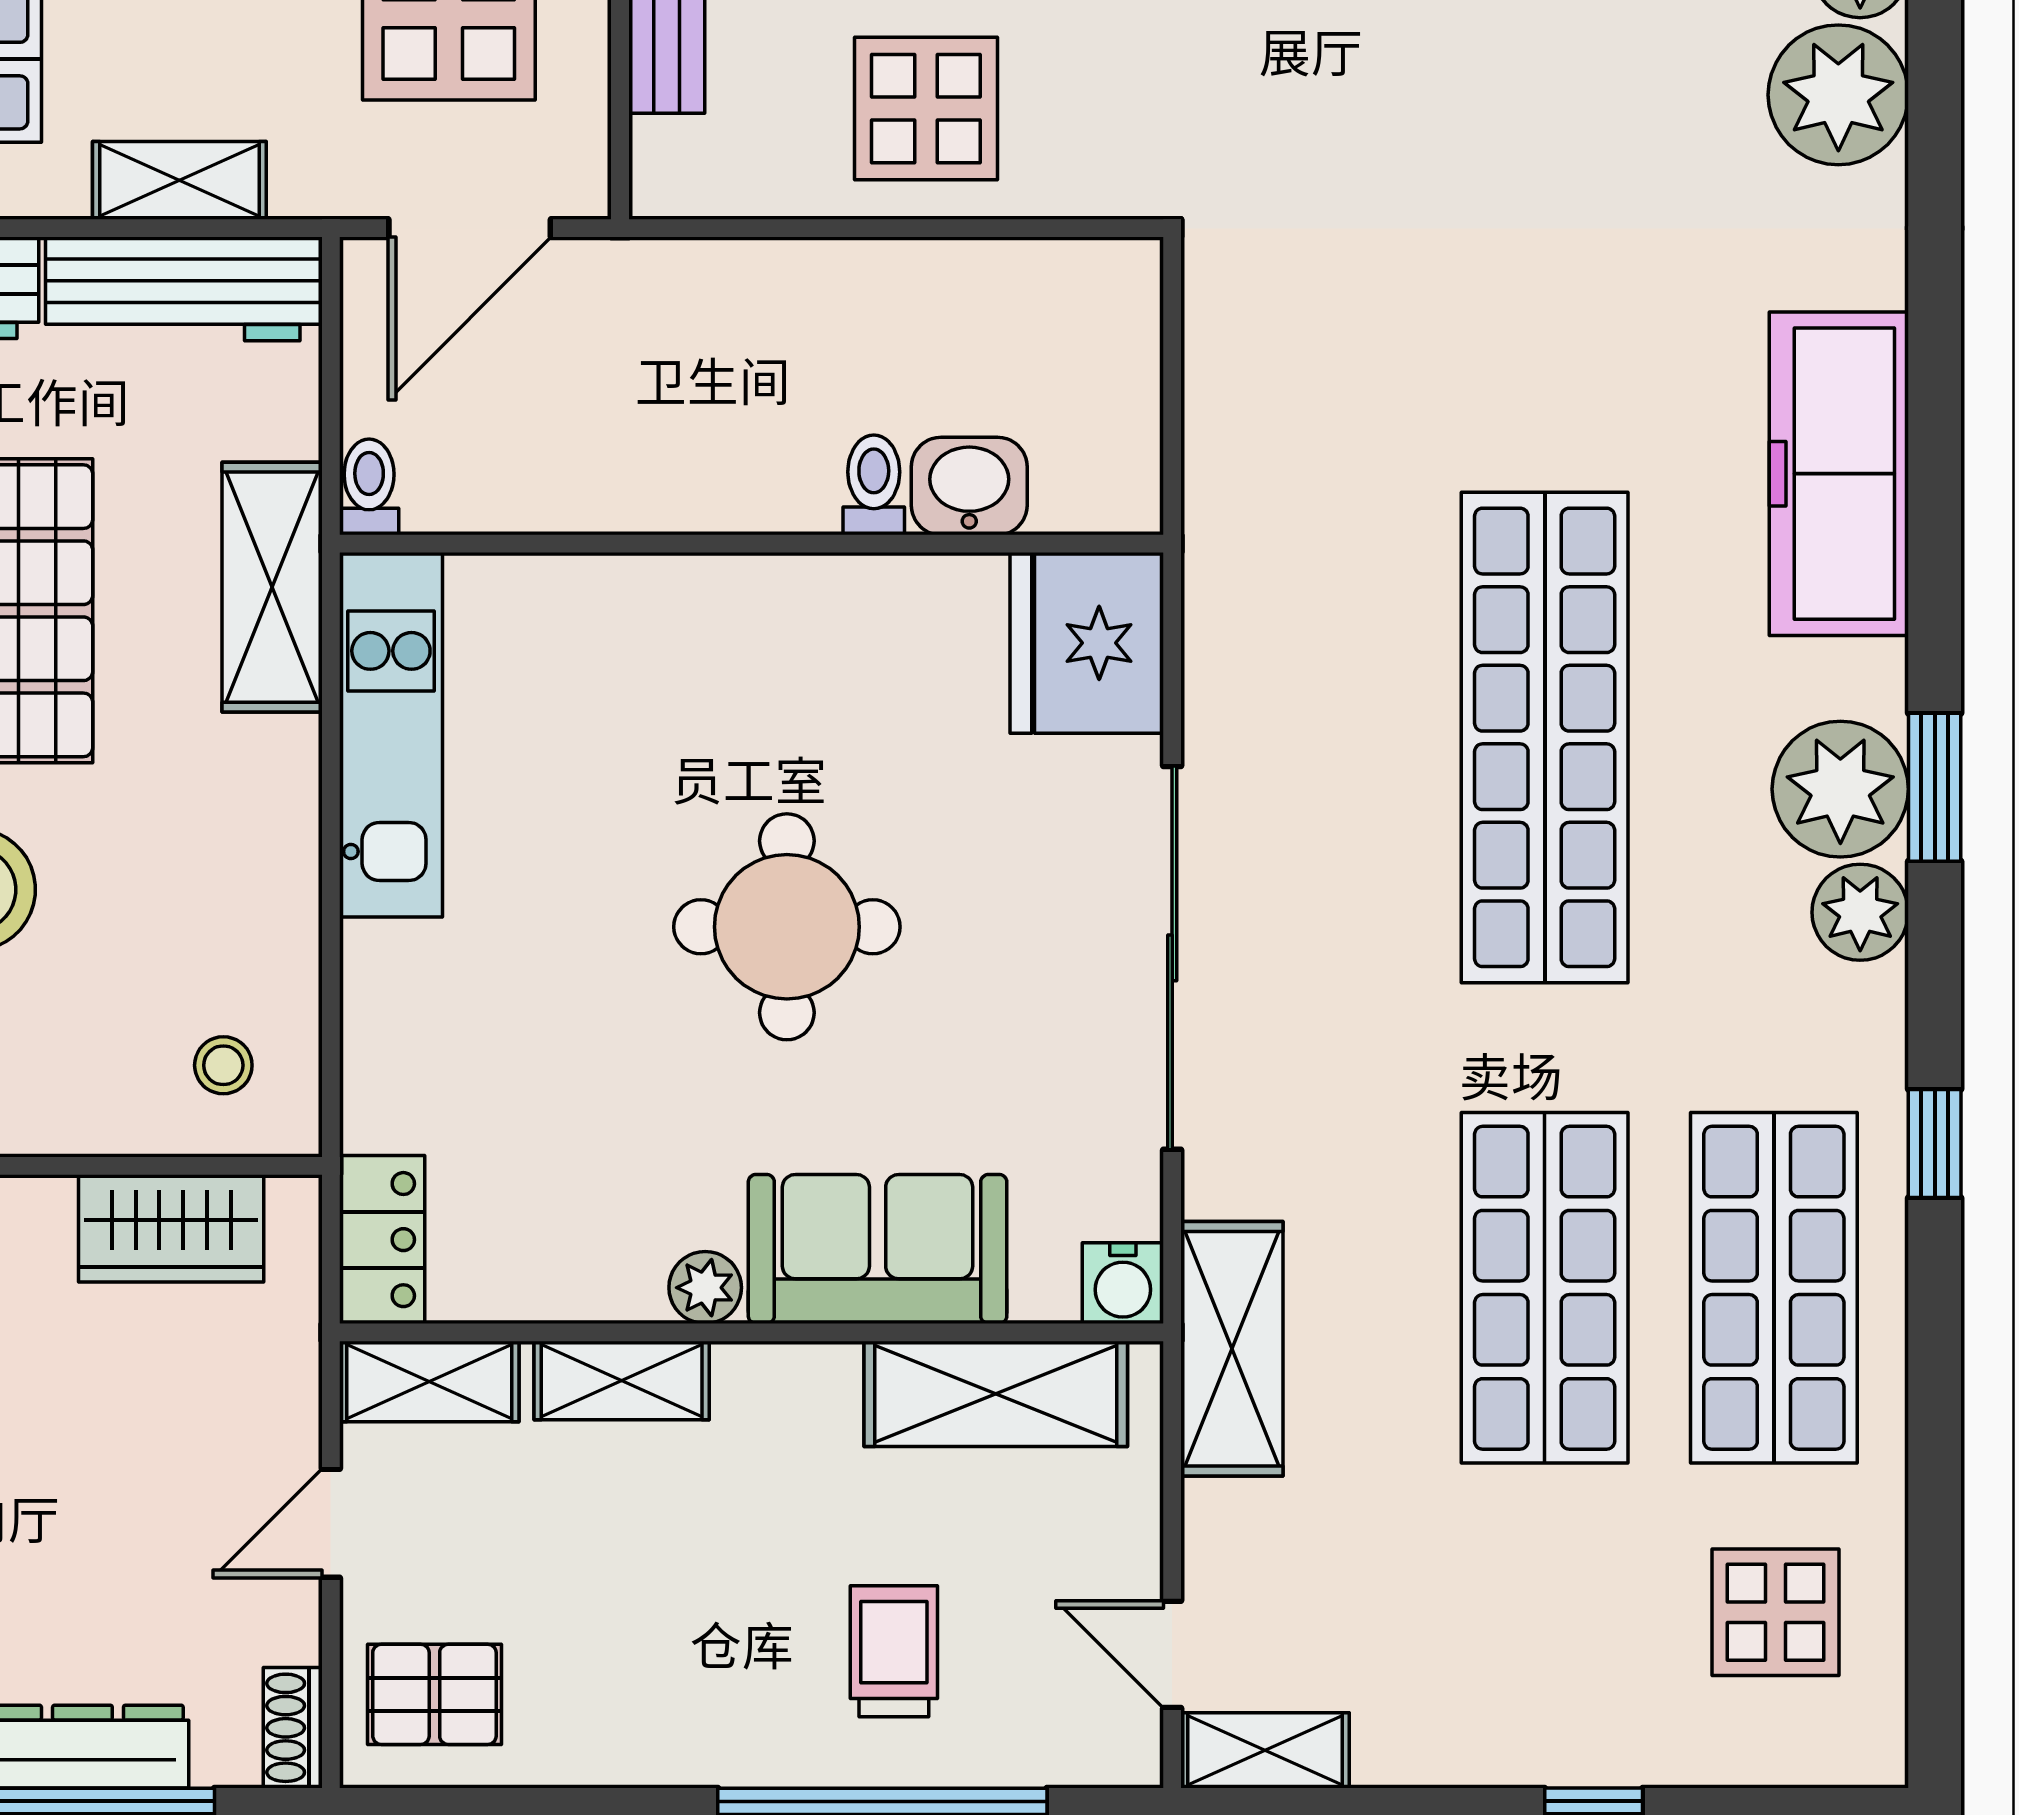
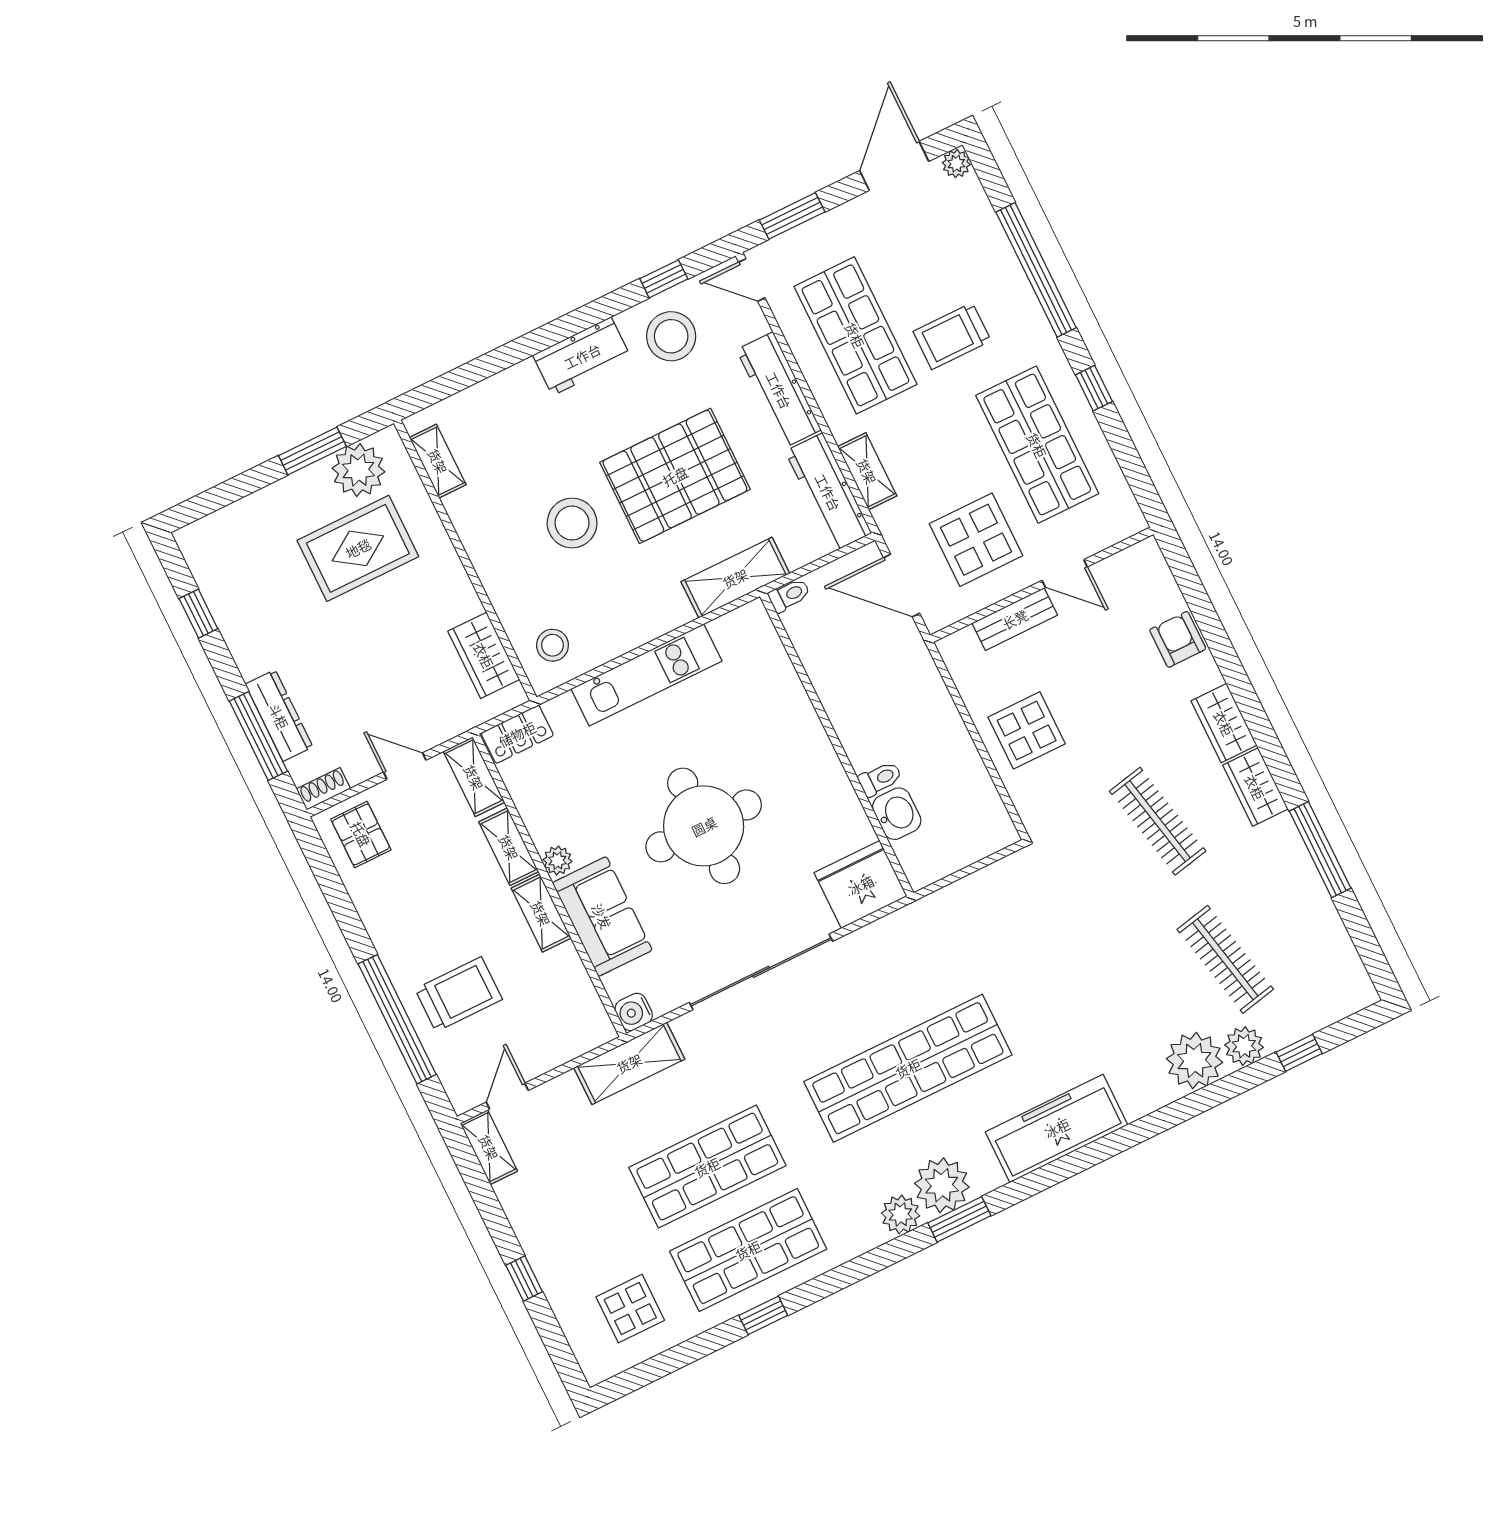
kitchen unit: (391, 735) -> (646, 675), moved
round table: (787, 927) -> (704, 826), width x1.36, depth x1.36
stool: (223, 1065) -> (552, 645), width x1.37, depth x1.37
window: (1935, 1144) -> (763, 1315), moved
shelving: (996, 1394) -> (541, 913), moved, width x0.67, depth x0.75
trolley: (894, 1651) -> (459, 994), width x1.36, depth x1.39

